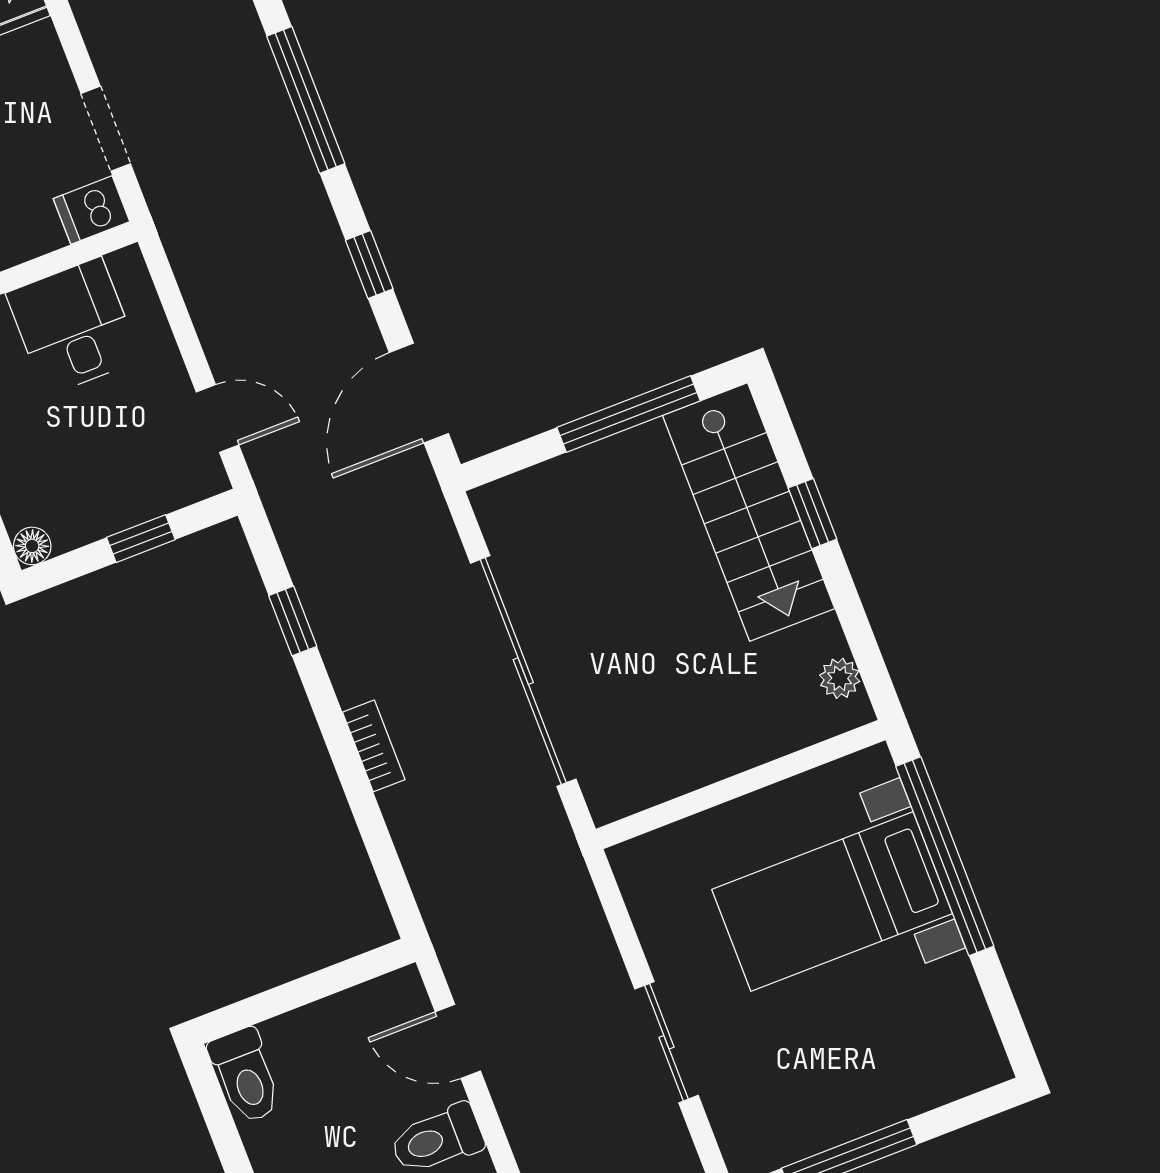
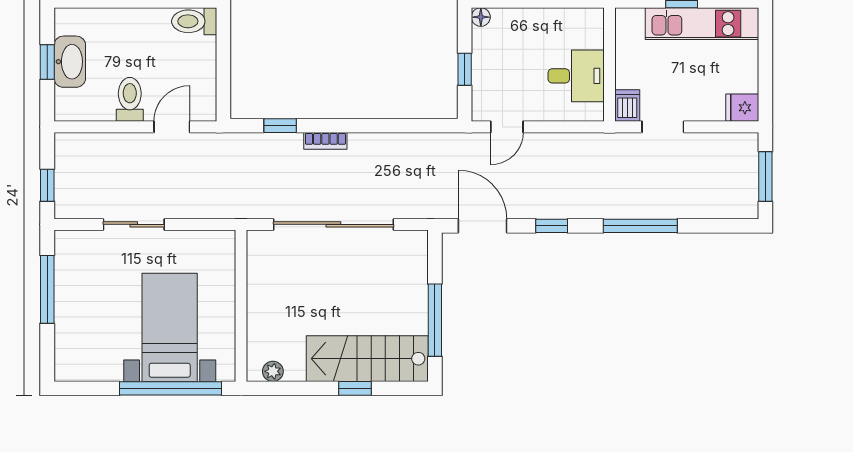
window: (293, 621) -> (280, 126), moved

